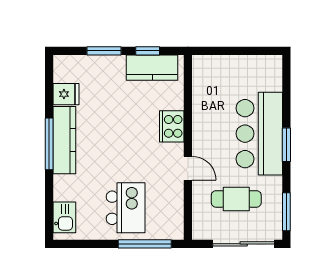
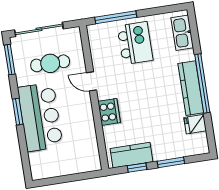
window: (49, 144) -> (202, 83), width x1.46
kitchen island: (126, 208) -> (135, 43), turned 180
kitchen sink: (64, 217) -> (182, 33), width x1.38

